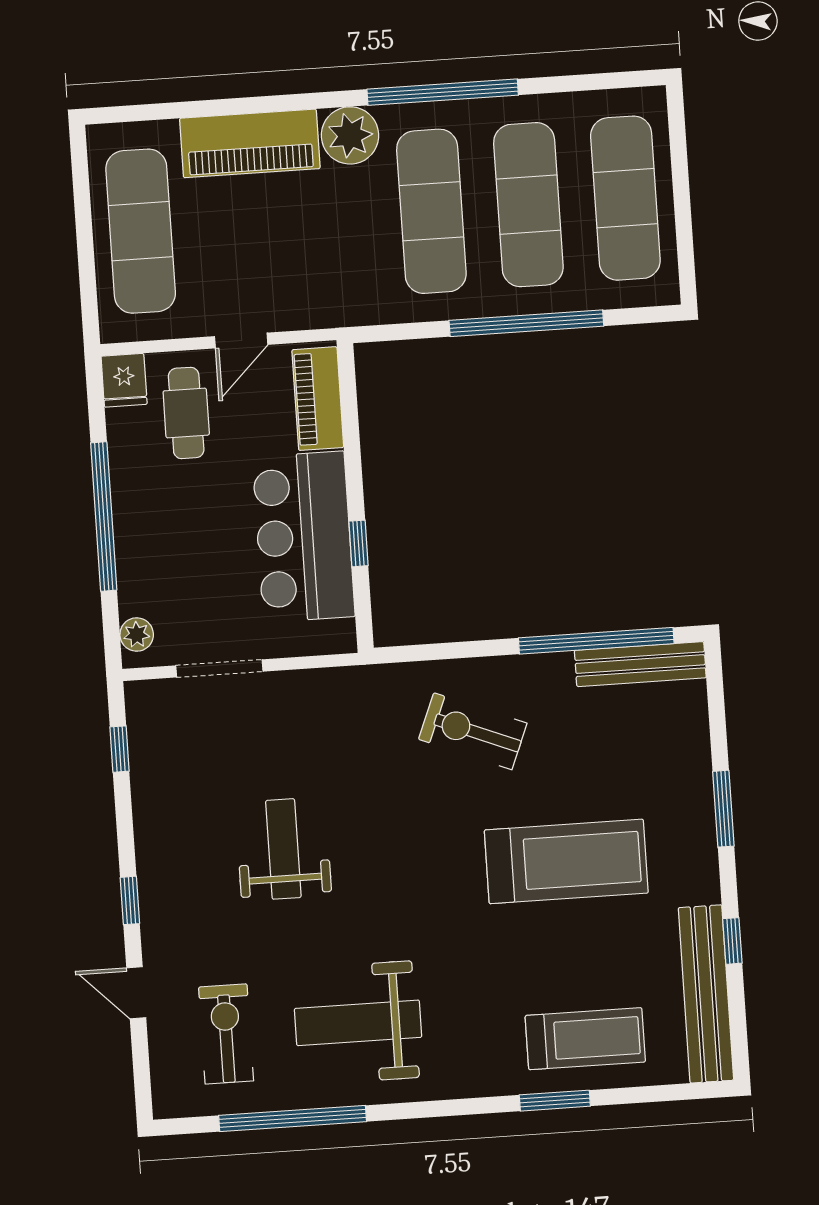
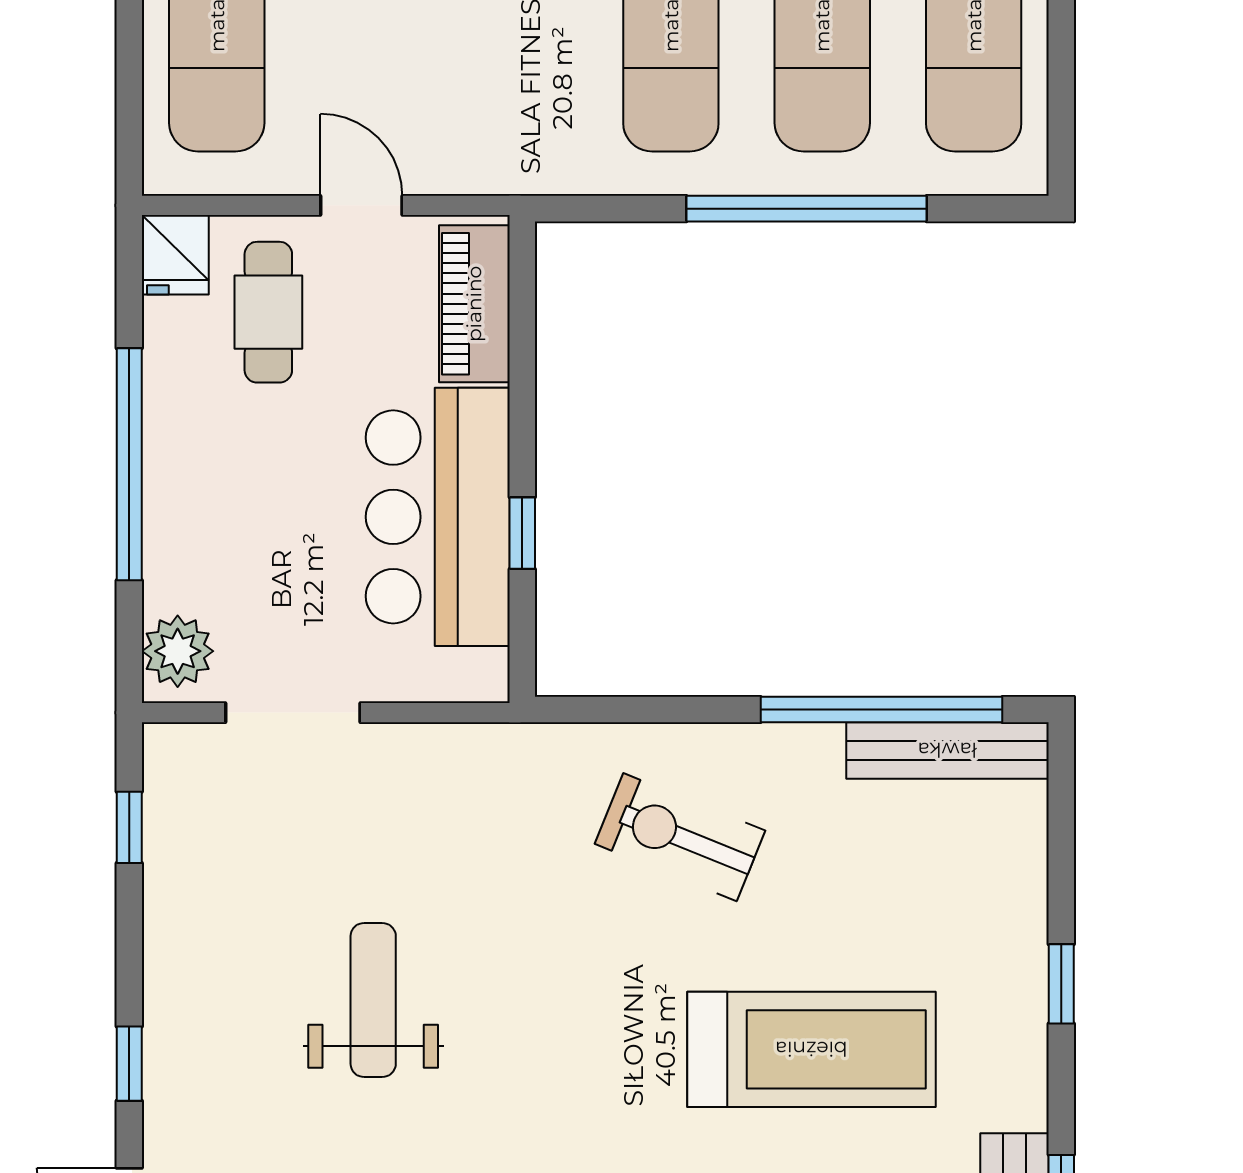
door: (241, 341) -> (361, 205), swing flipped
plant: (137, 635) -> (178, 651), width x1.38, depth x1.38
window: (723, 809) -> (1061, 984), width x0.67

